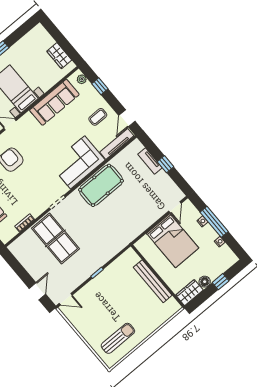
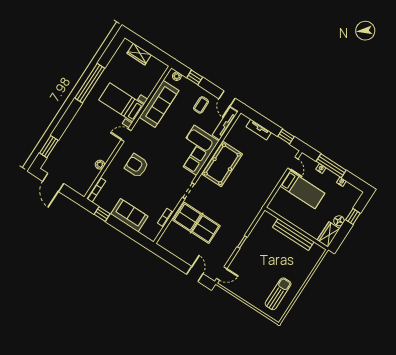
wardrobe: (59, 56) -> (139, 54), moved
window: (166, 164) -> (286, 137), moved
bed: (173, 241) -> (302, 190), width x0.67

